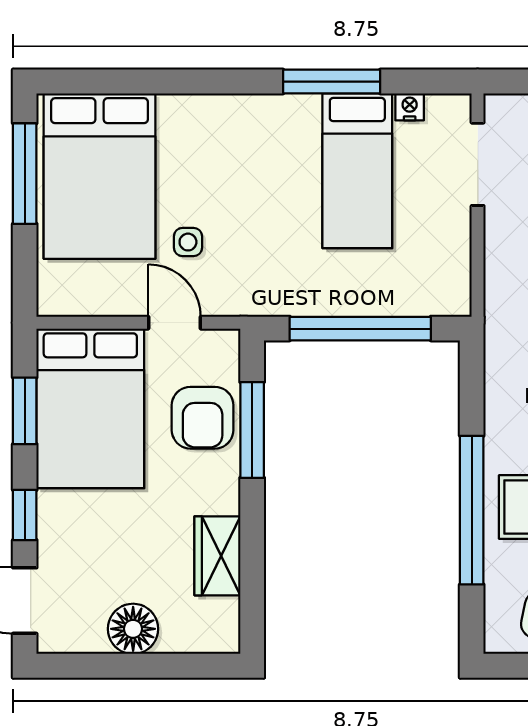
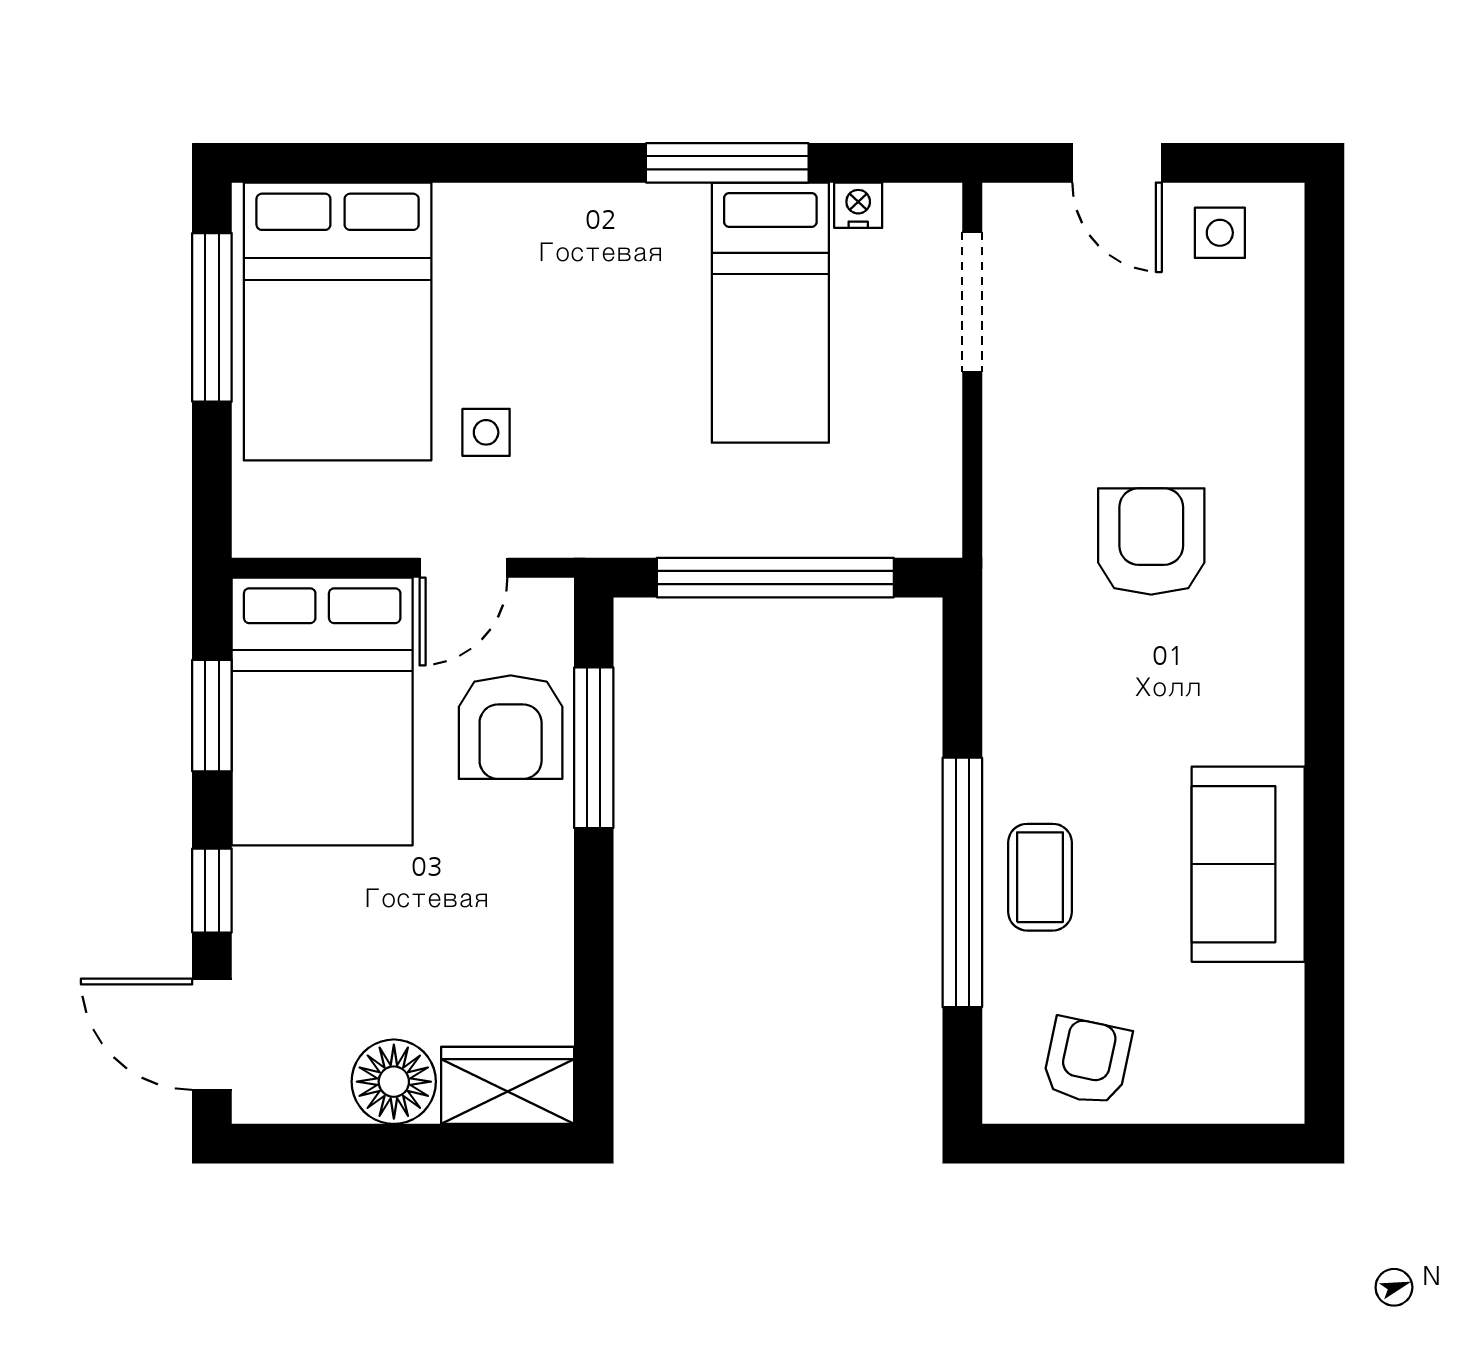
door: (175, 323) -> (464, 568), swing flipped
wardrobe: (217, 556) -> (508, 1085), moved, turned 90

